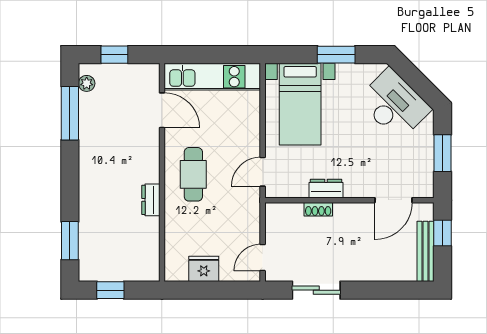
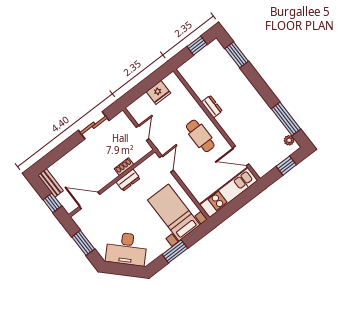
door: (394, 200) -> (90, 200), hinge flipped
bench: (425, 251) -> (51, 183), width x0.73
door: (263, 258) -> (143, 133), moved

